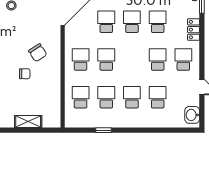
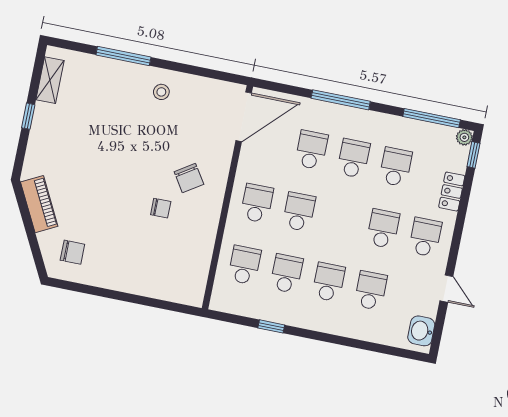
shelving: (28, 121) -> (151, 287), removed

